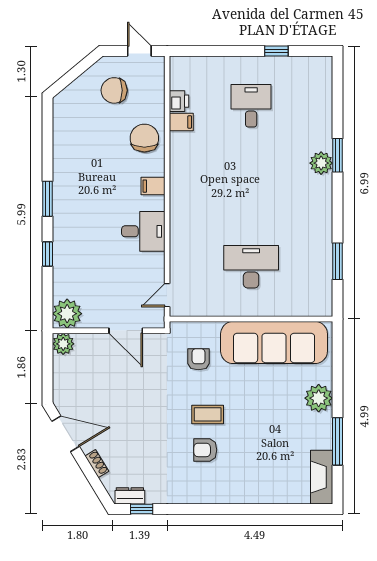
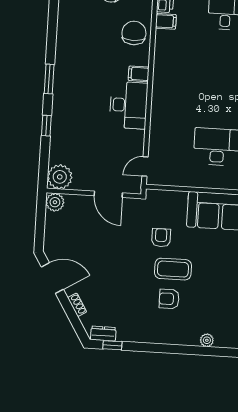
desk: (143, 231) -> (129, 105), width x1.37
armchair: (198, 359) -> (161, 238), moved
coffee table: (208, 414) -> (173, 269), width x1.36, depth x1.30
plant: (253, 496) -> (207, 340), added

